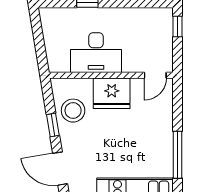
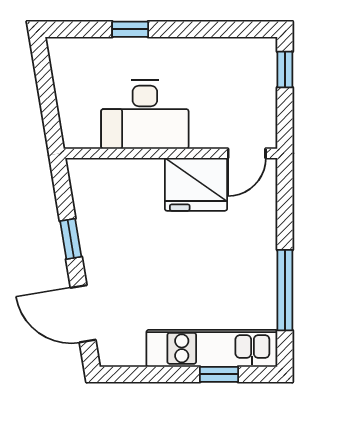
fridge: (112, 93) -> (196, 184), moved
stool: (73, 111) -> (105, 214), removed

